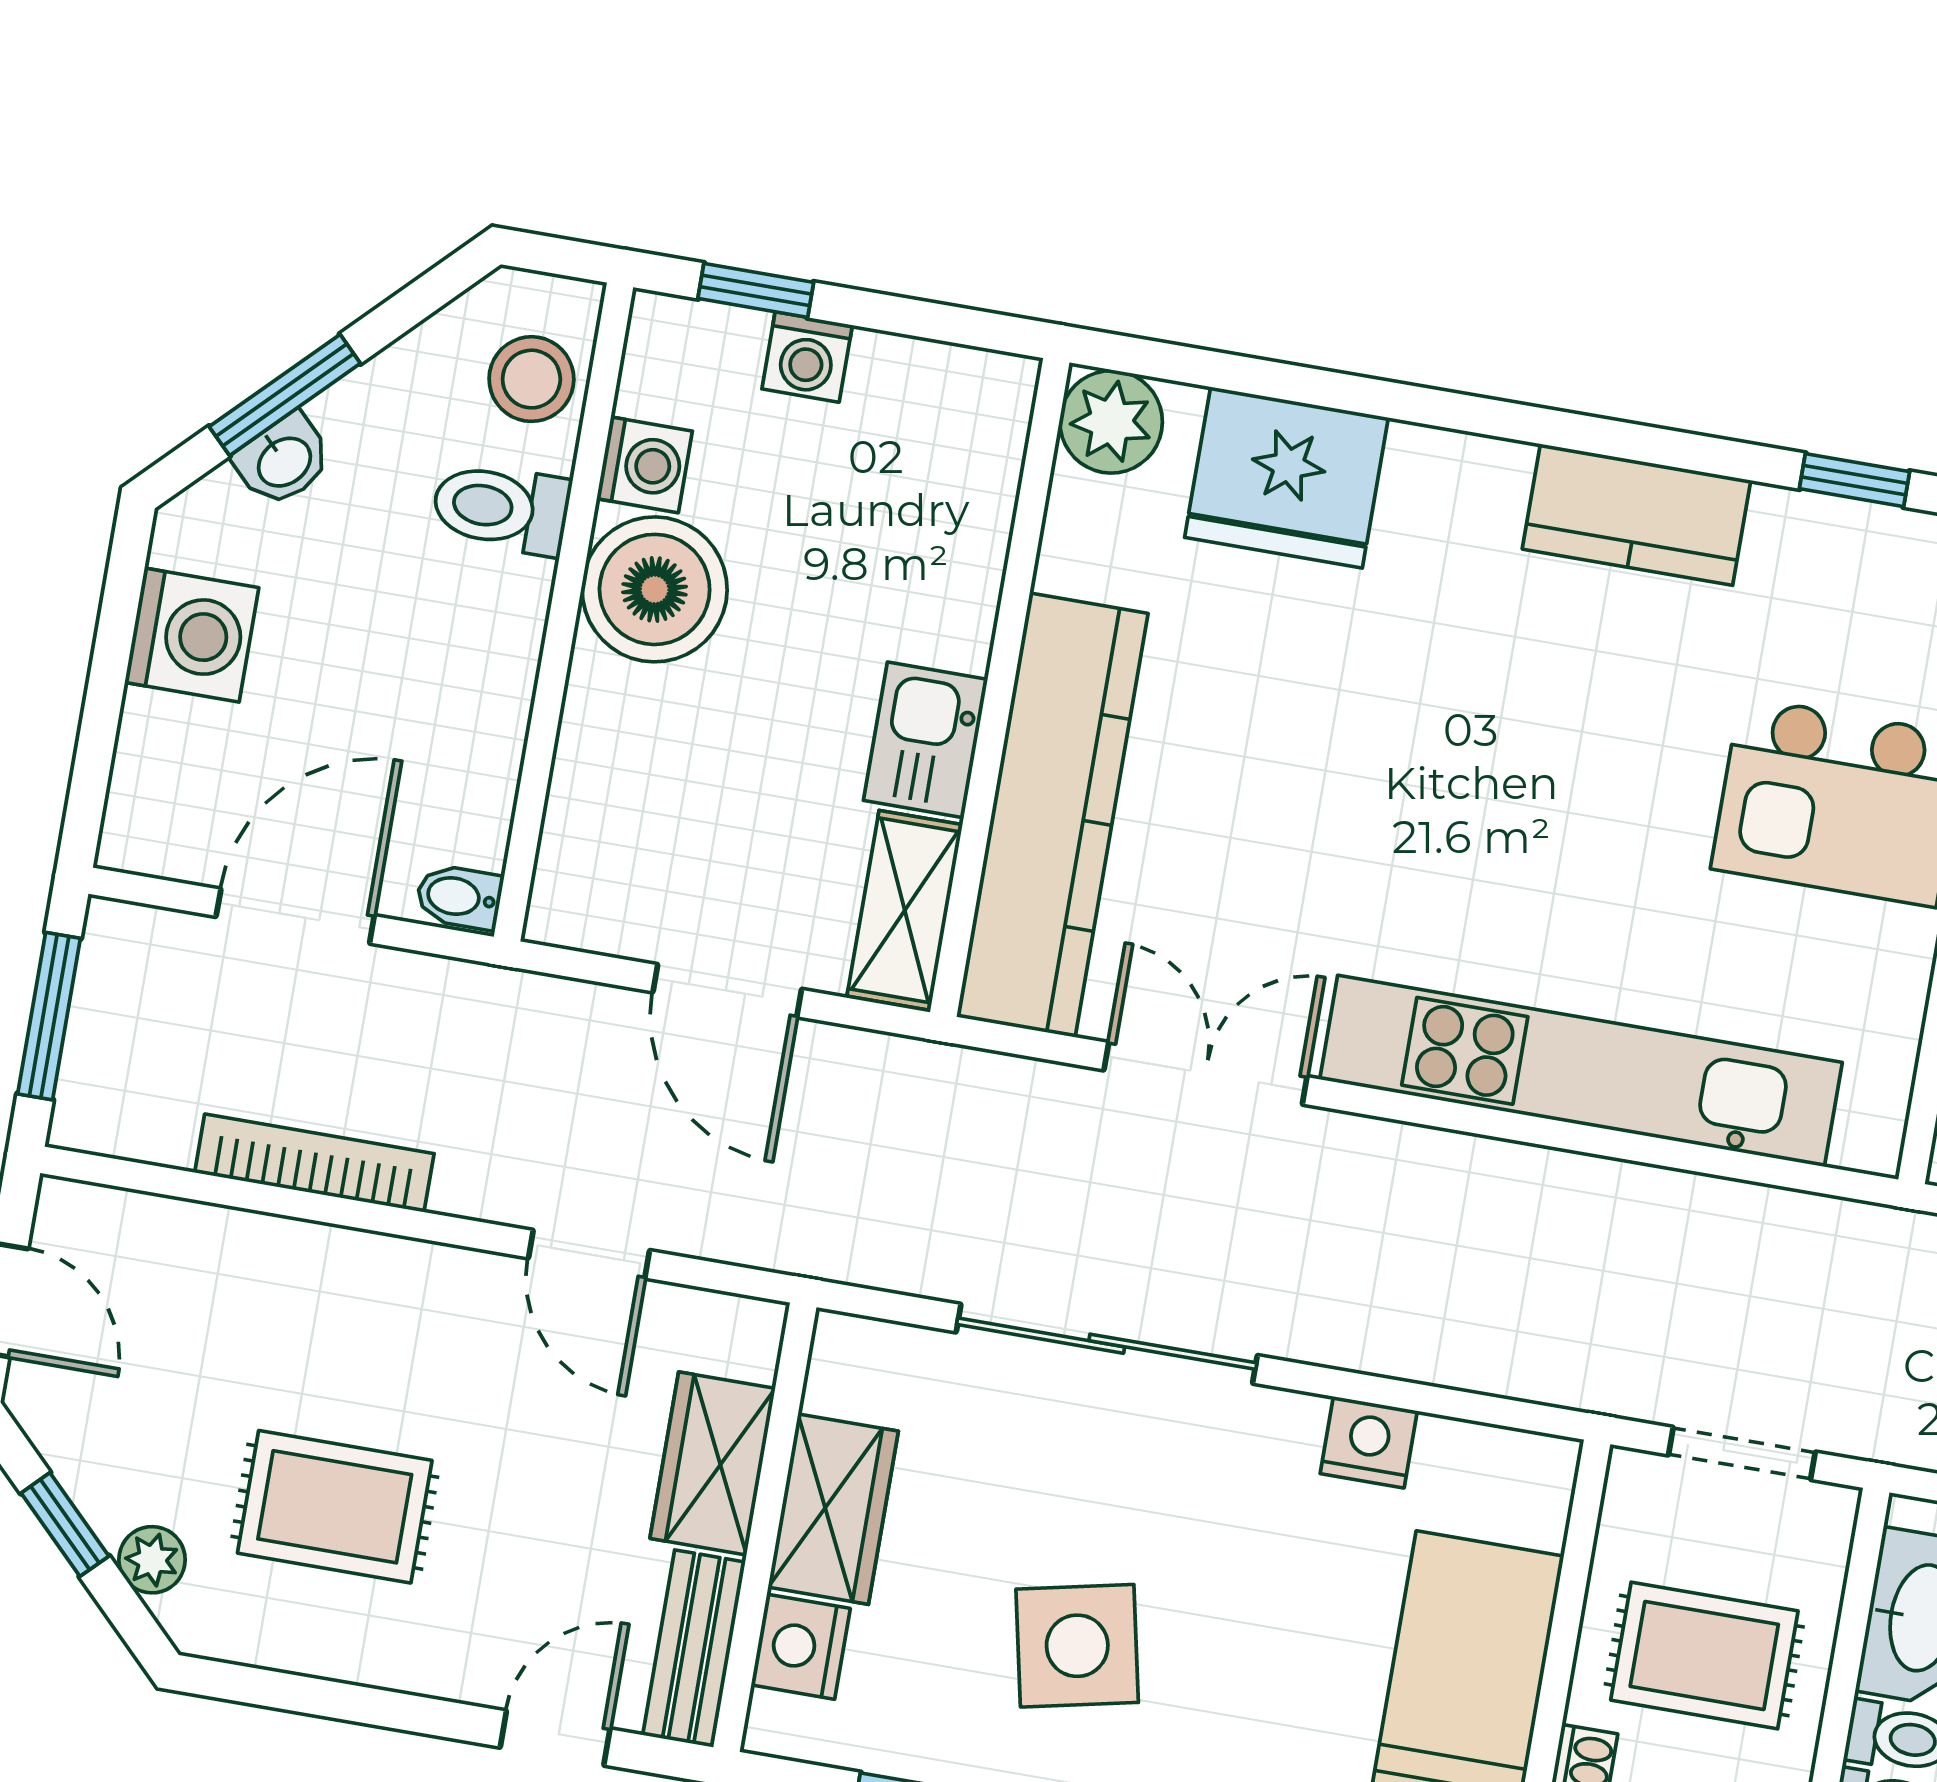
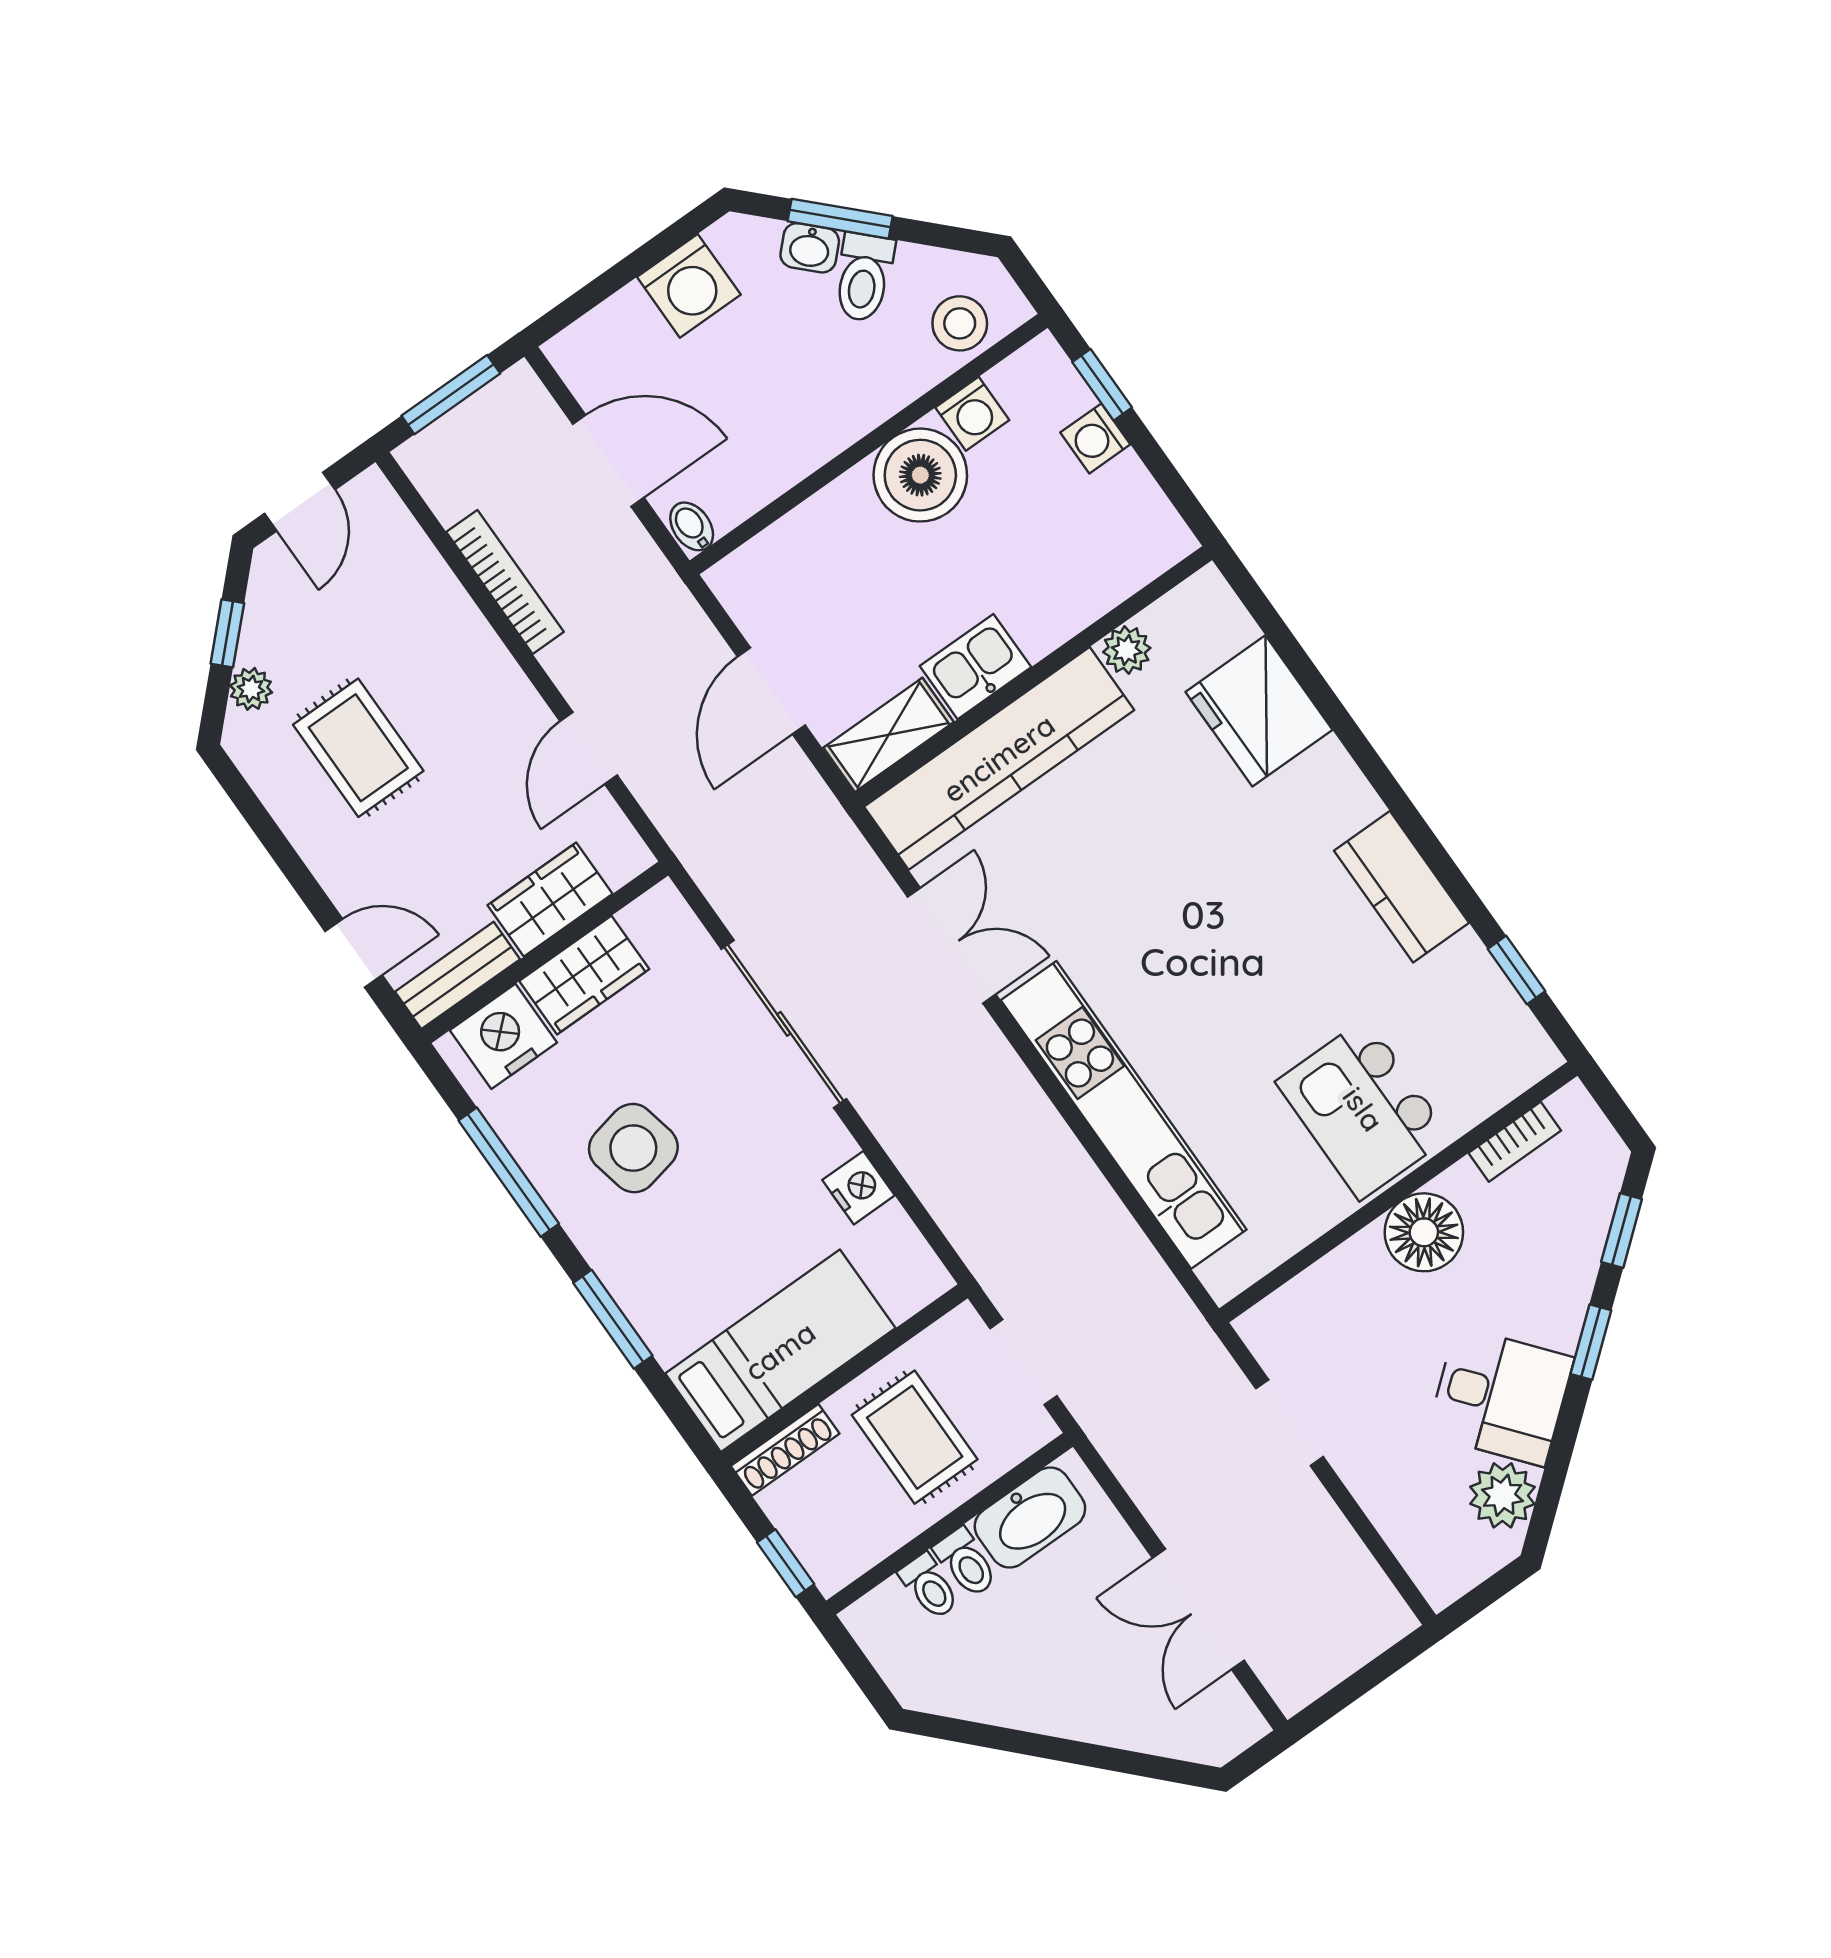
plant: (1111, 422) -> (1127, 650), moved, width x0.73, depth x0.73
toilet: (501, 508) -> (864, 277), moved, turned -135
nightstand: (801, 1647) -> (503, 1036), width x1.36, depth x1.33

